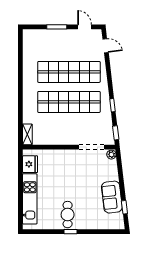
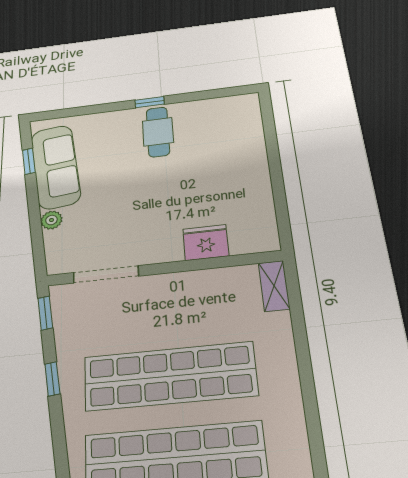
plant: (111, 155) -> (51, 220), moved
fridge: (30, 164) -> (206, 242), moved, turned 90
sofa: (112, 197) -> (56, 166), width x1.36
kitchen unit: (30, 199) -> (250, 150), removed

